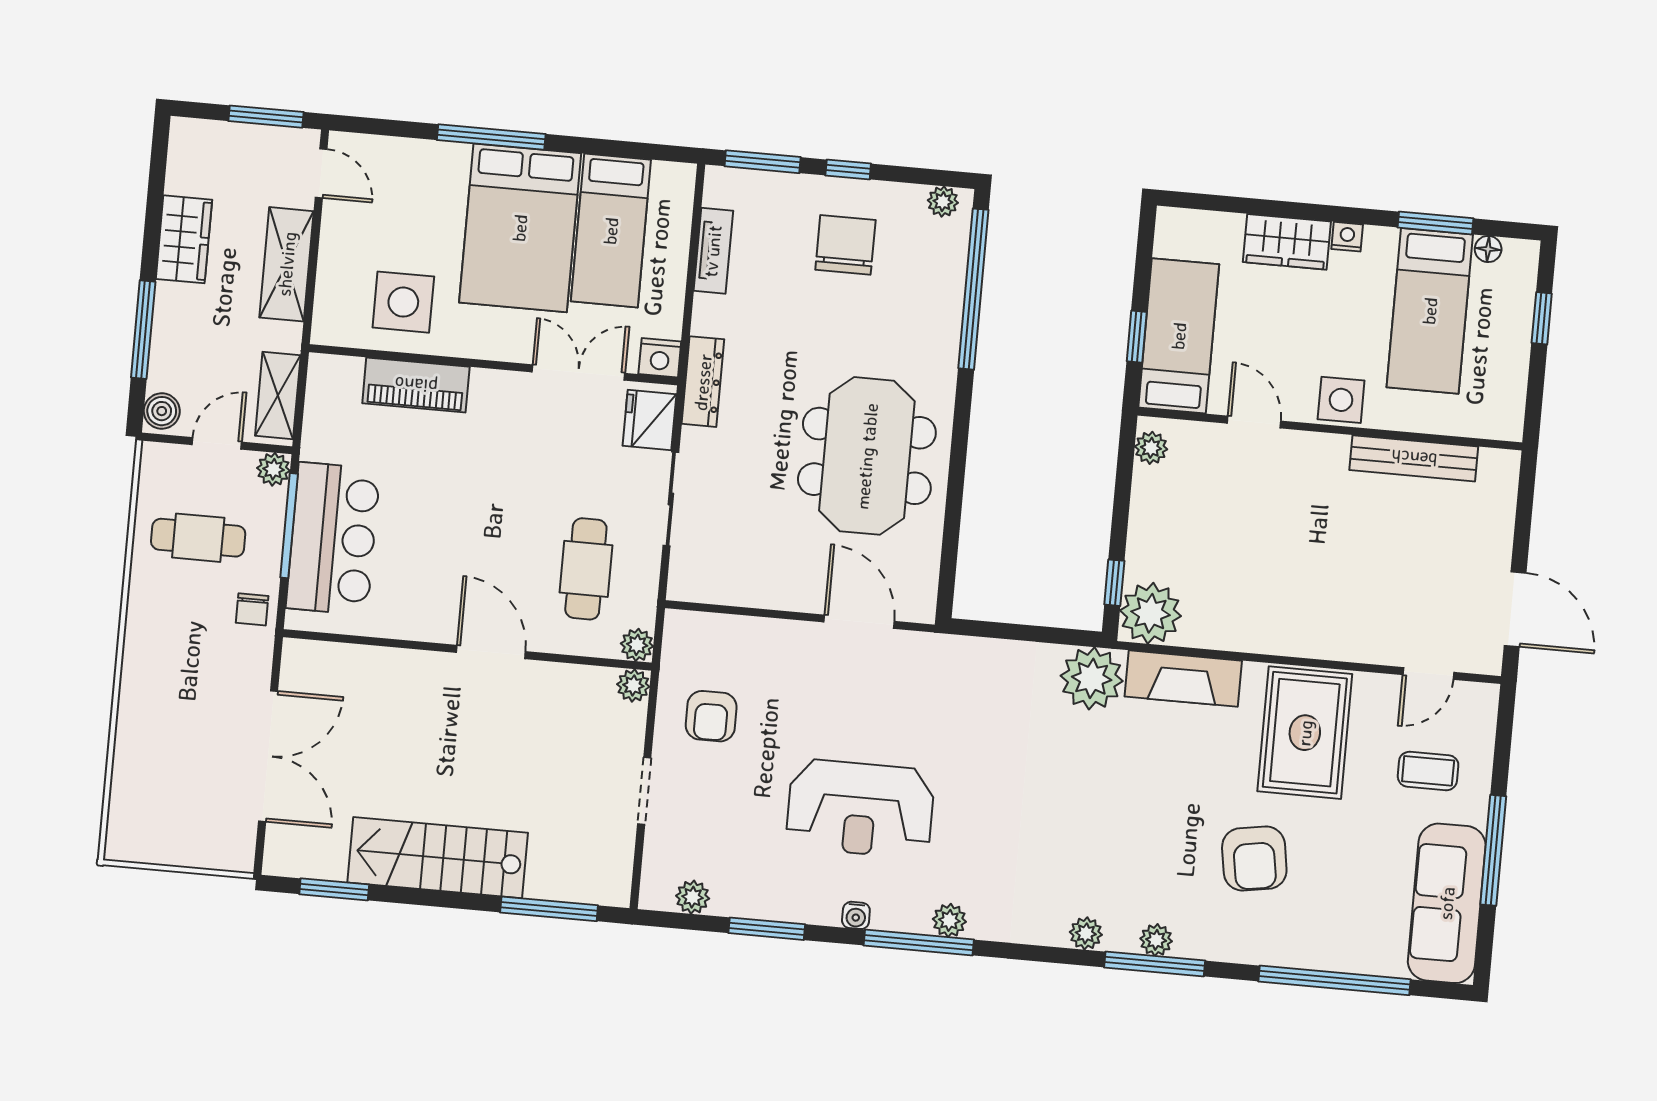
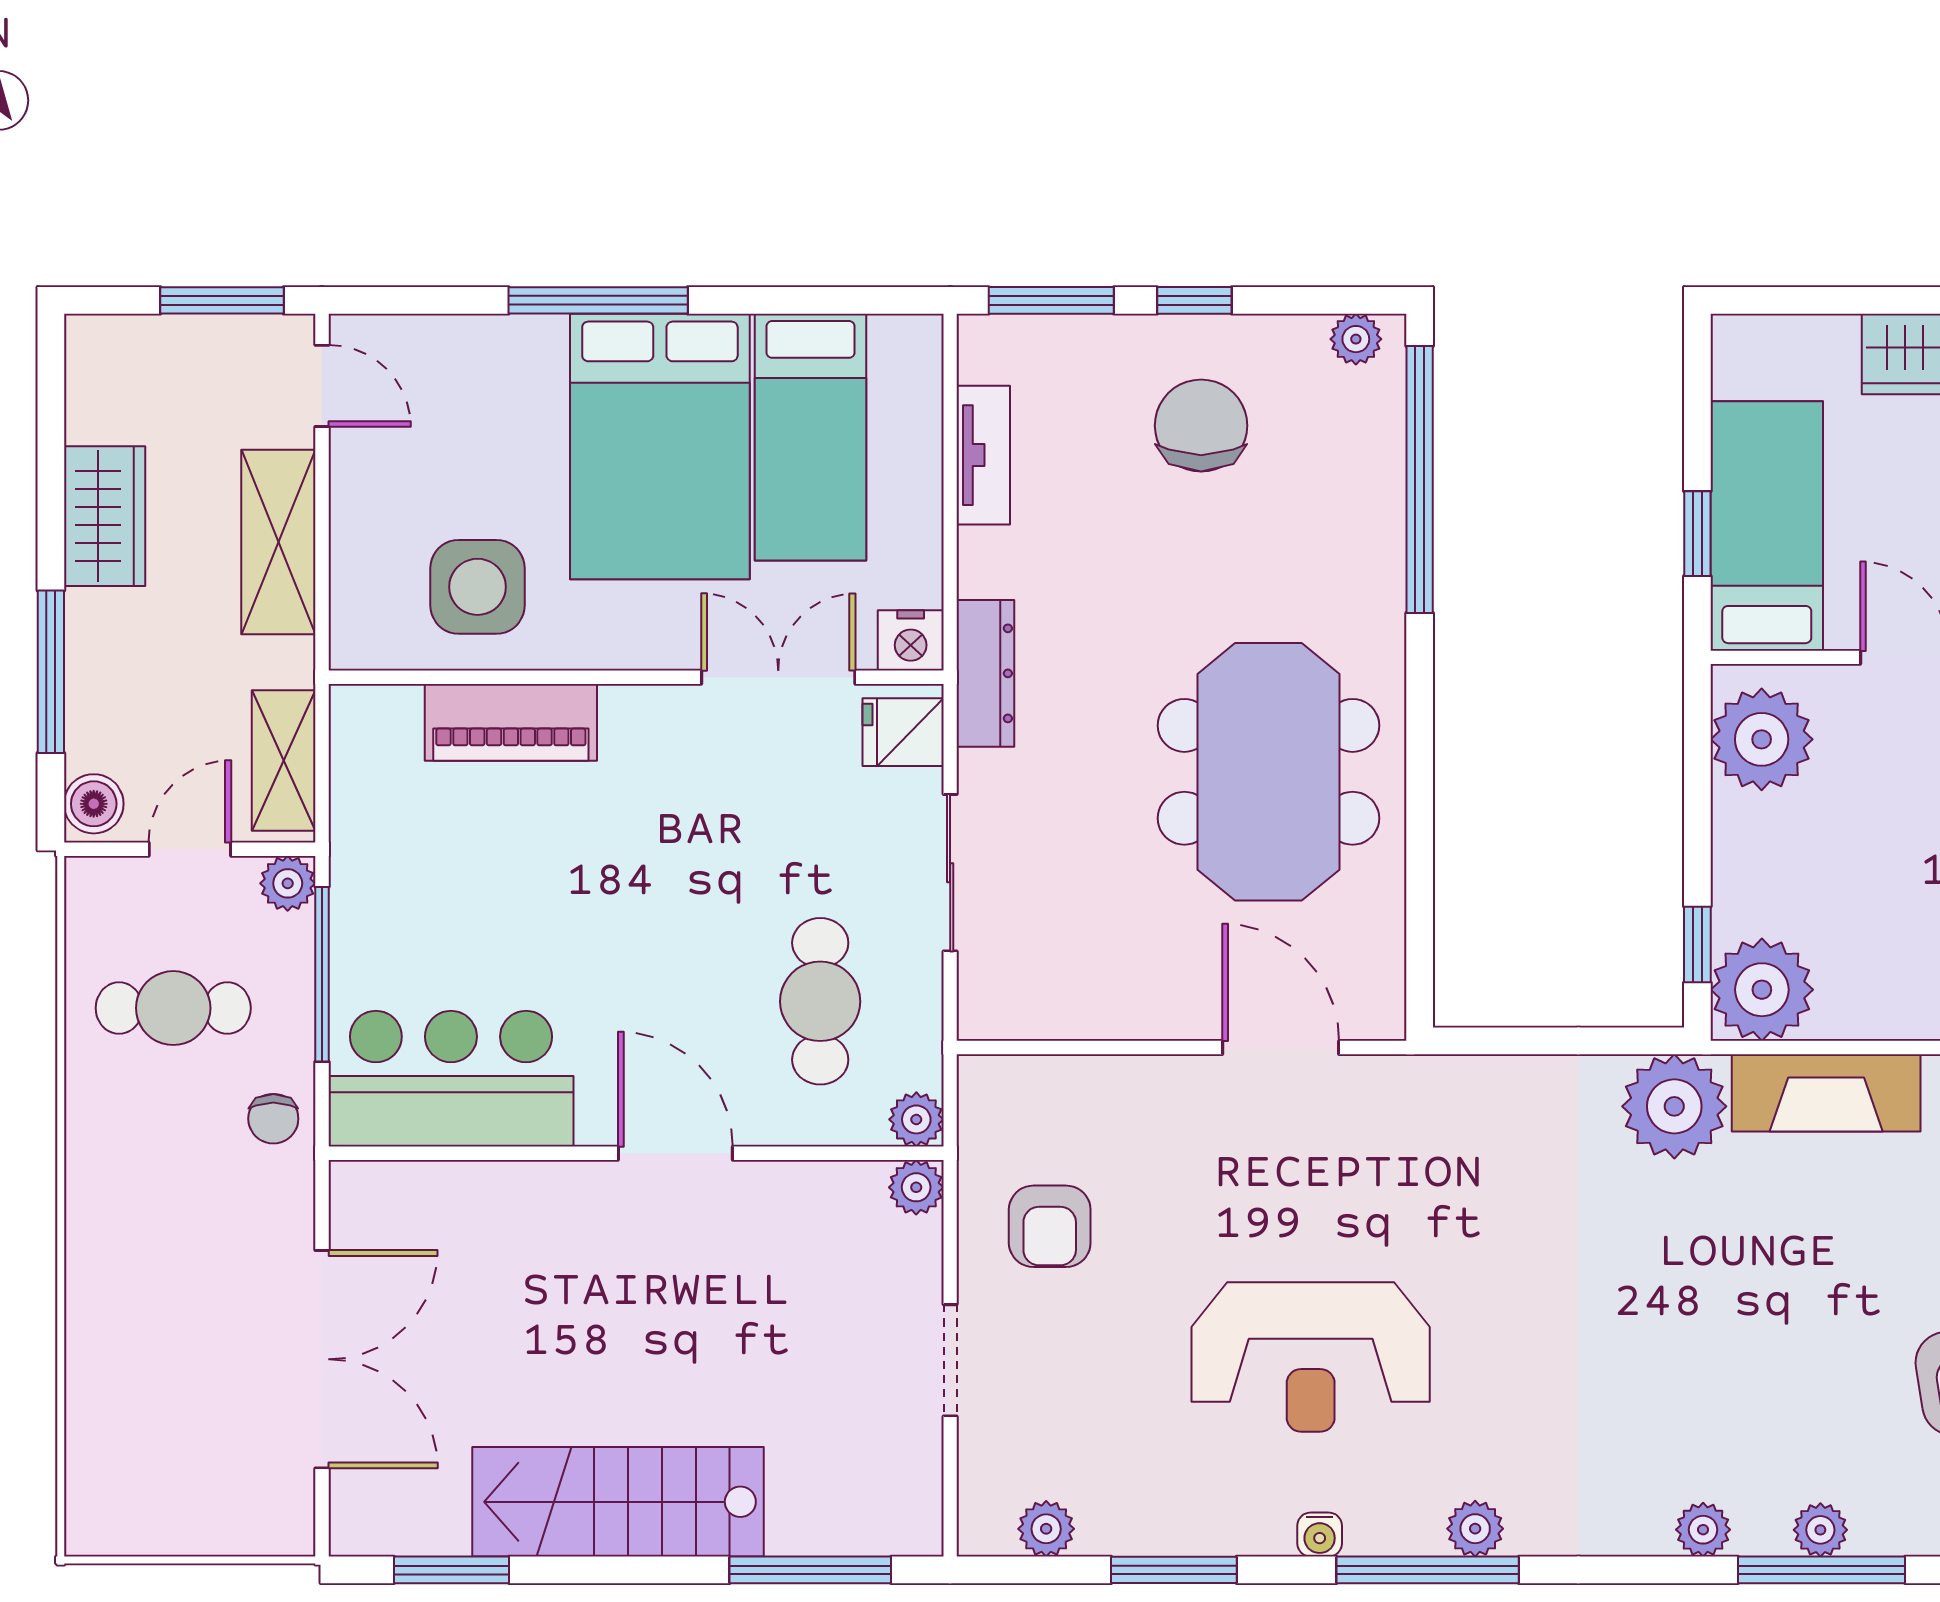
fridge: (650, 420) -> (903, 732), width x0.72
plant: (1151, 448) -> (1762, 739), width x1.88, depth x1.88
bar counter: (333, 539) -> (451, 1079), moved, turned -90

